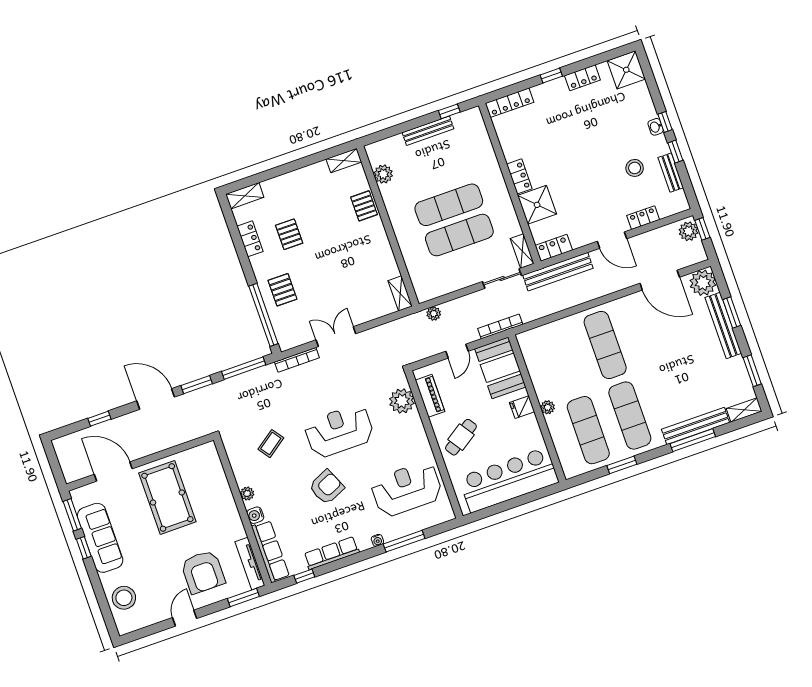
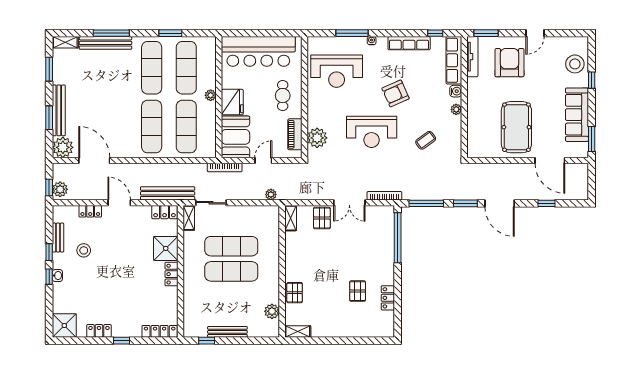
shelving: (245, 196) -> (380, 331), removed
pallet: (282, 290) -> (322, 218), moved
exercise mat: (564, 360) -> (186, 127), added
fridge: (522, 407) -> (232, 102), width x1.88, depth x1.34
cafe table: (461, 437) -> (283, 96), turned -56
window: (84, 548) -> (592, 80), moved

